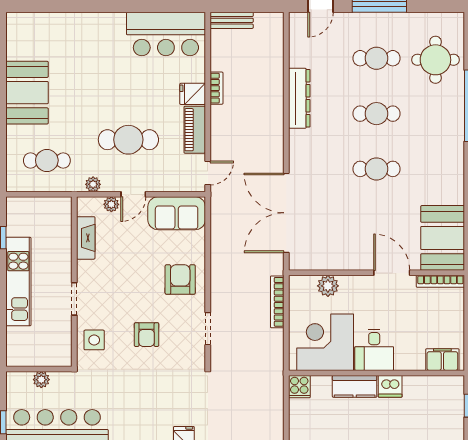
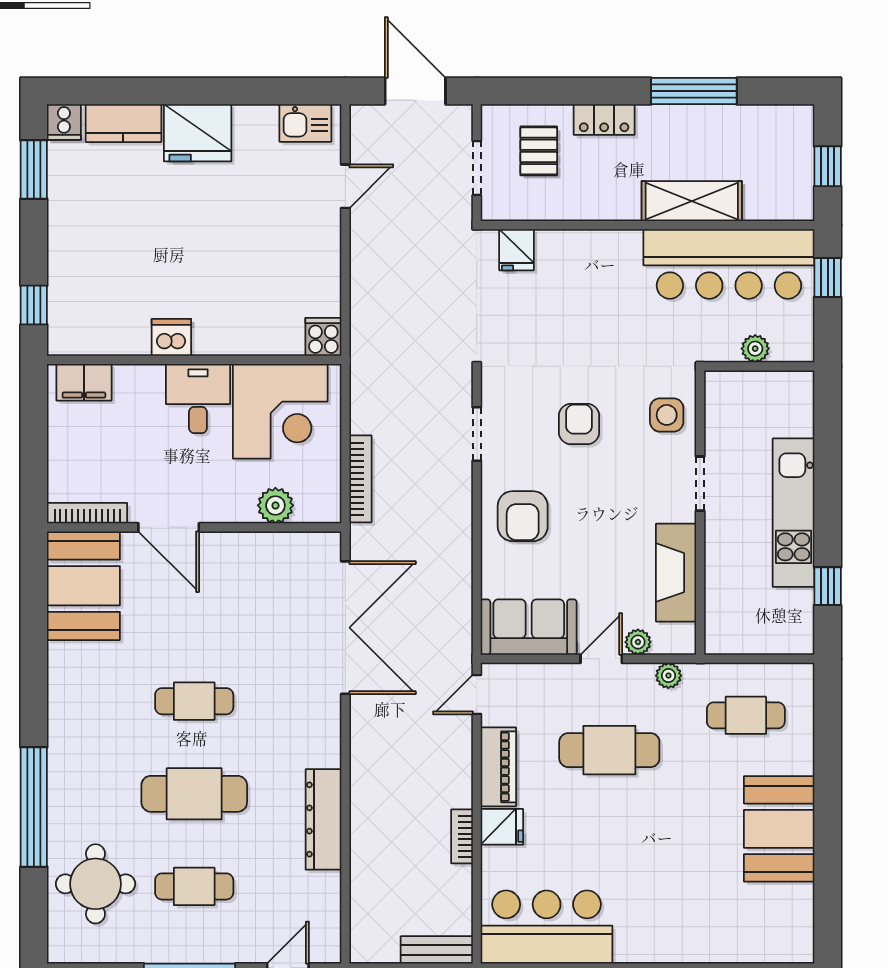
cafe table: (376, 114) -> (194, 794), width x1.37, depth x1.35
fireplace: (86, 238) -> (676, 573), width x1.37, depth x1.32
kitchen counter: (355, 386) -> (231, 337), removed

